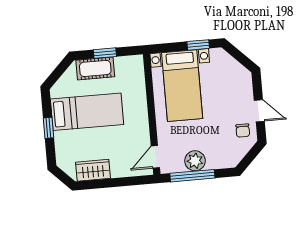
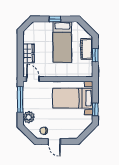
door: (259, 111) -> (54, 141), hinge flipped
plant: (195, 161) -> (29, 117), moved
wardrobe: (93, 170) -> (28, 53), moved

